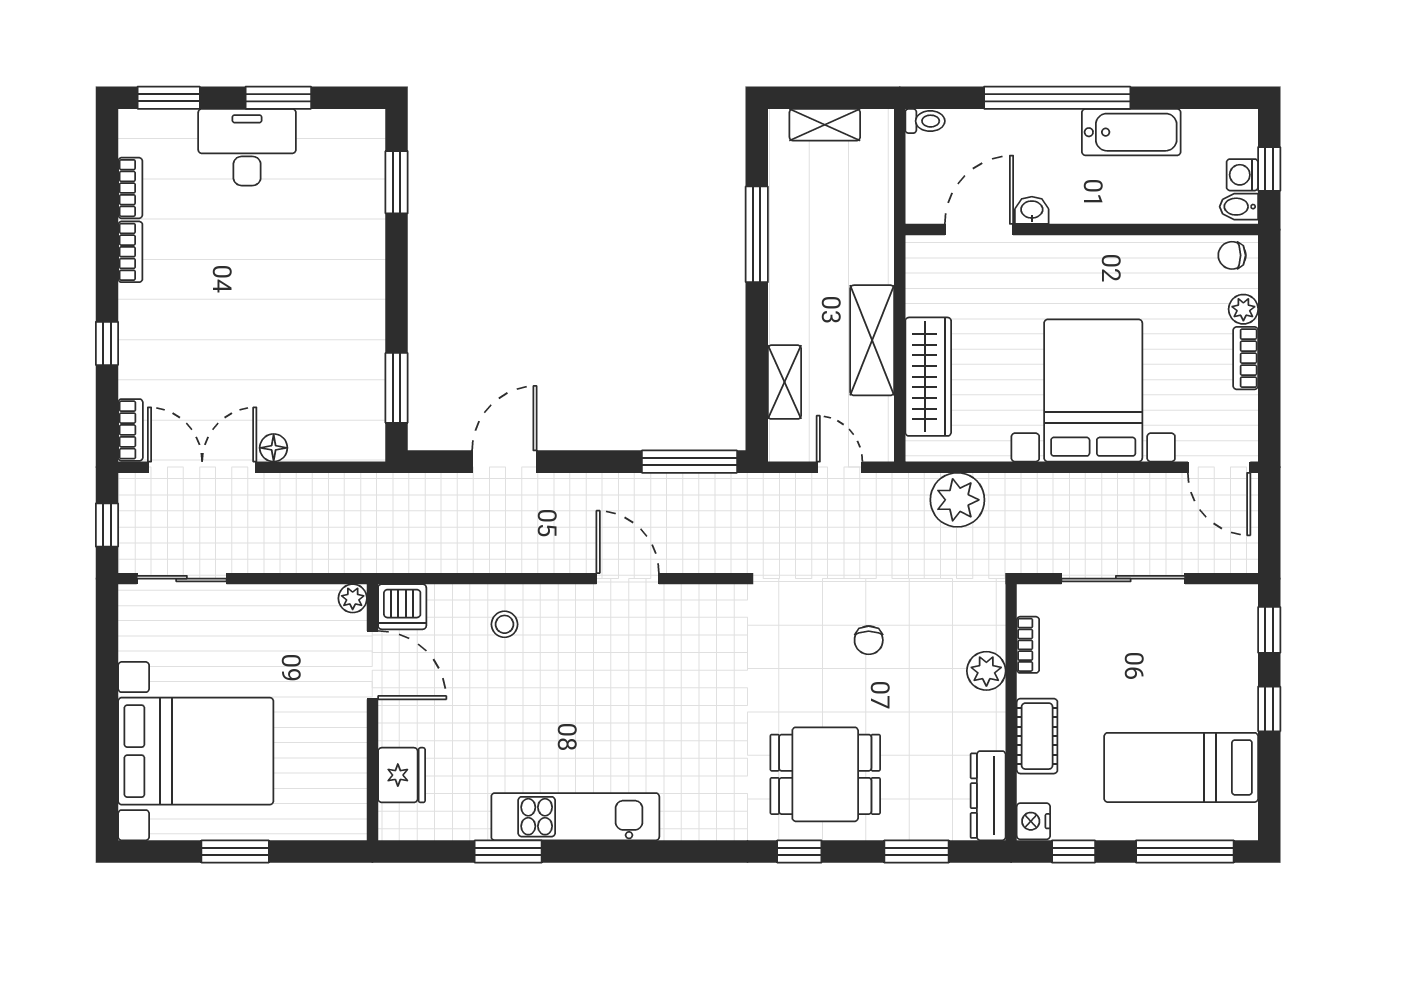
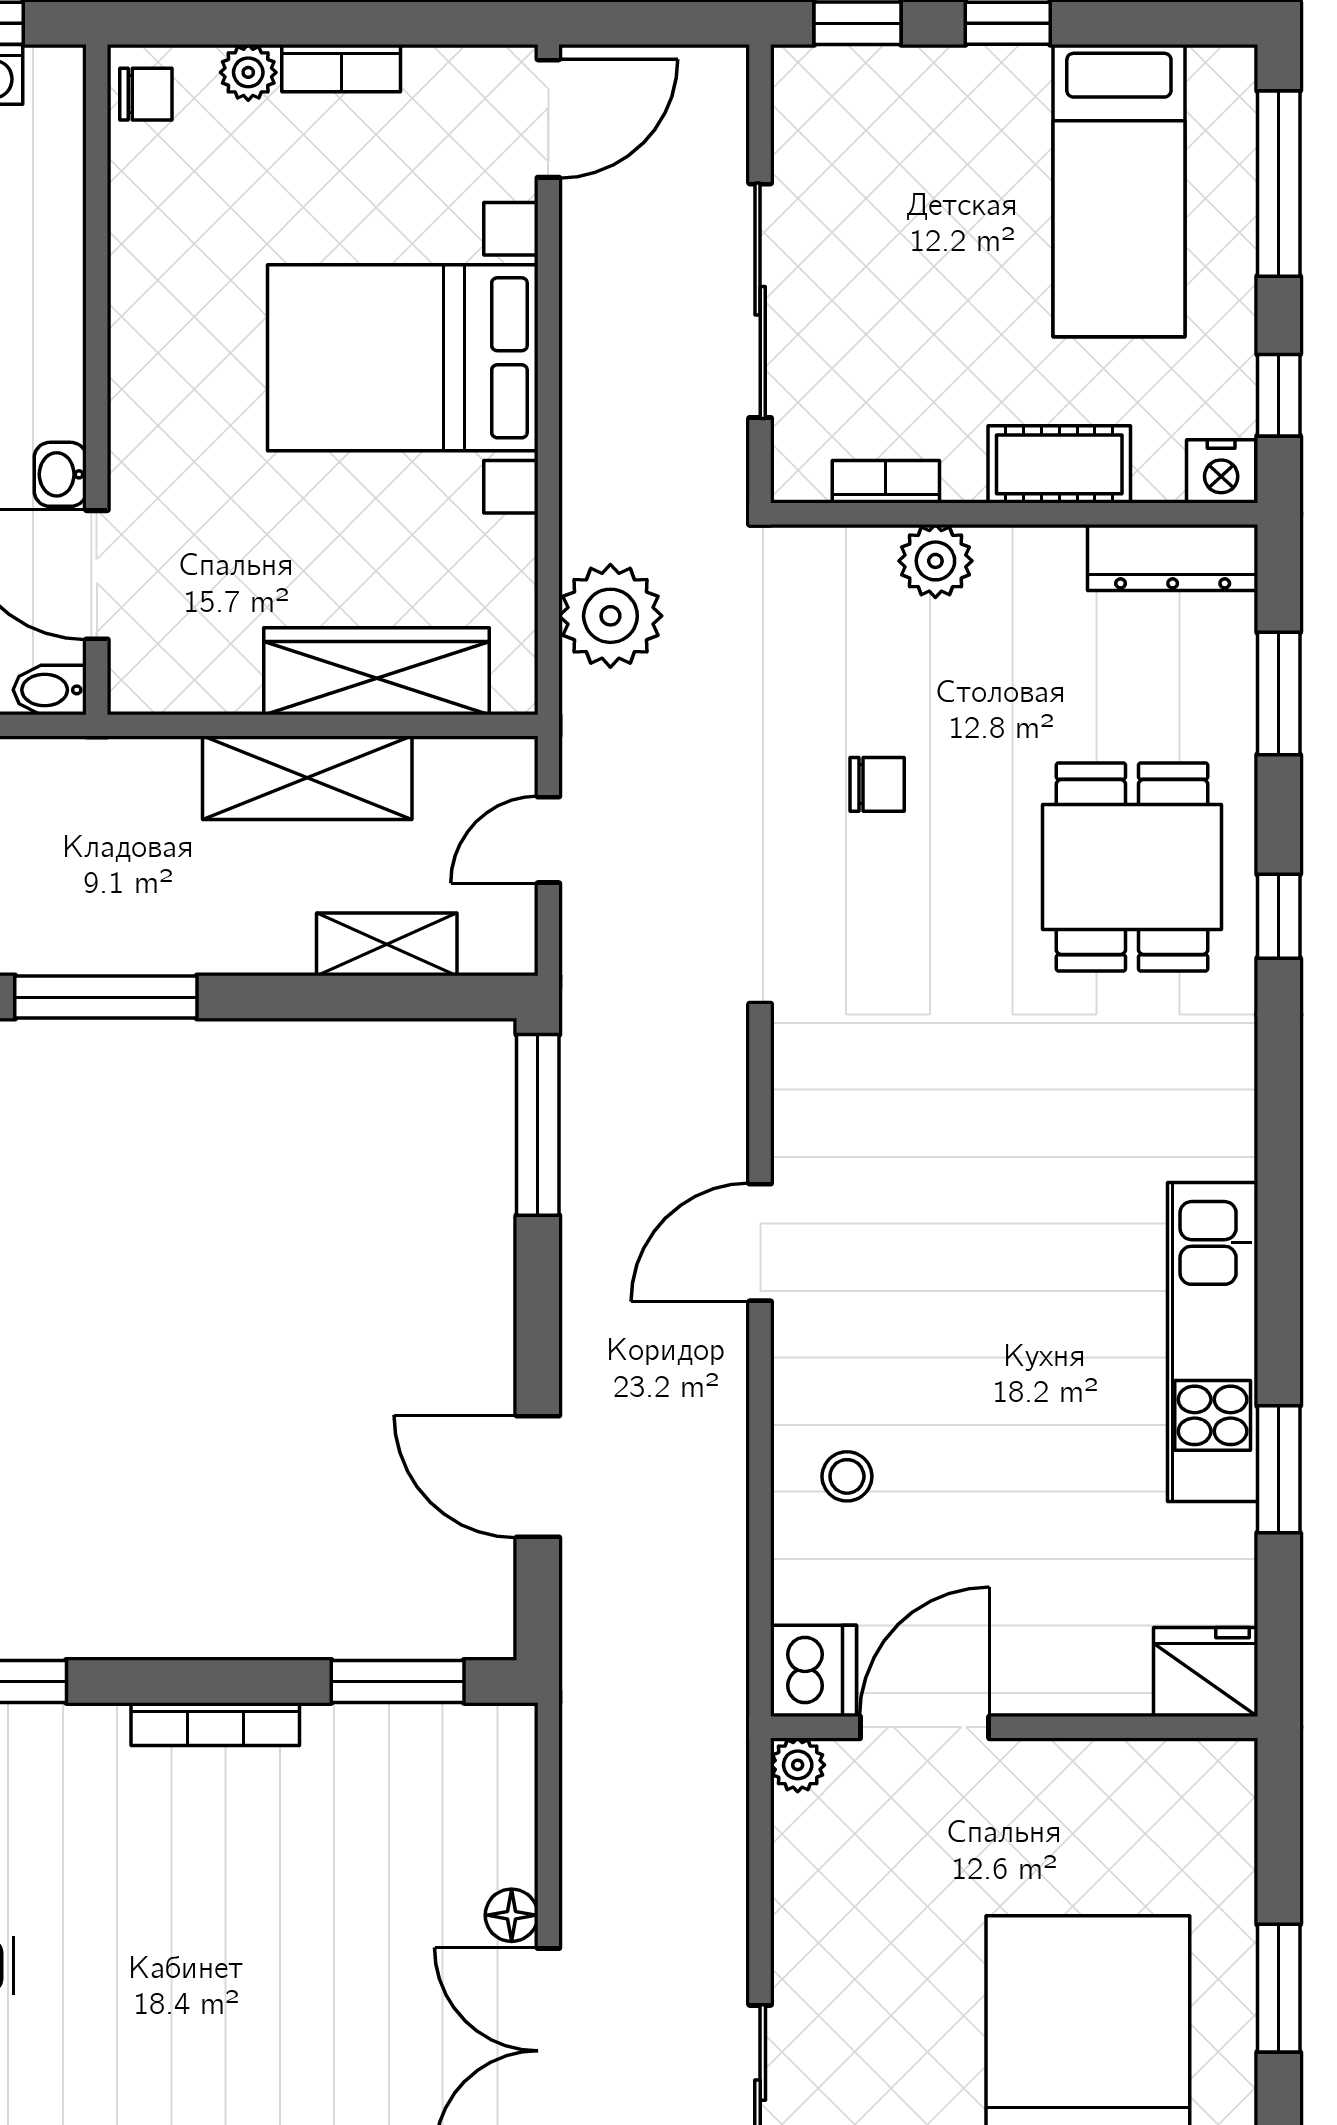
bidet: (1239, 207) -> (50, 690), moved, turned 90
chair: (1232, 255) -> (146, 94), turned -90
bookcase: (374, 292) -> (215, 1724), added
fridge: (402, 775) -> (1206, 1672), moved

